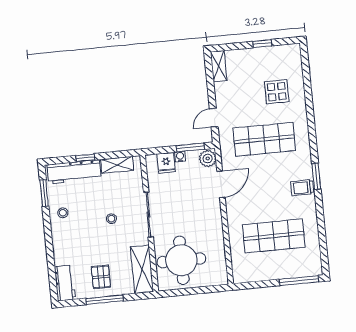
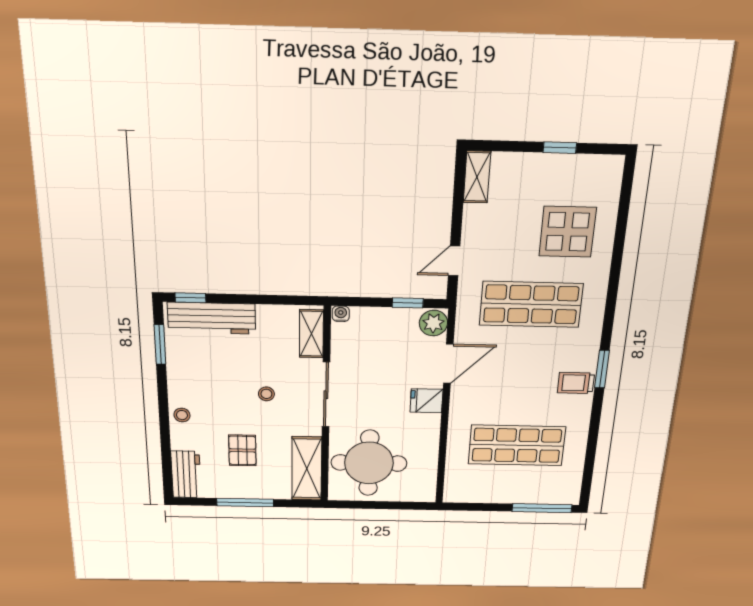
display table: (277, 92) -> (568, 232), width x1.36, depth x1.36
window: (190, 147) -> (408, 303), width x0.67
water cooler: (180, 157) -> (341, 314), moved
window: (85, 158) -> (190, 298), moved
fridge: (166, 163) -> (427, 401), moved, turned 90
shelving: (117, 165) -> (311, 334), moved, turned 90
stool: (63, 213) -> (182, 415), moved
pallet: (101, 277) -> (242, 450), moved

